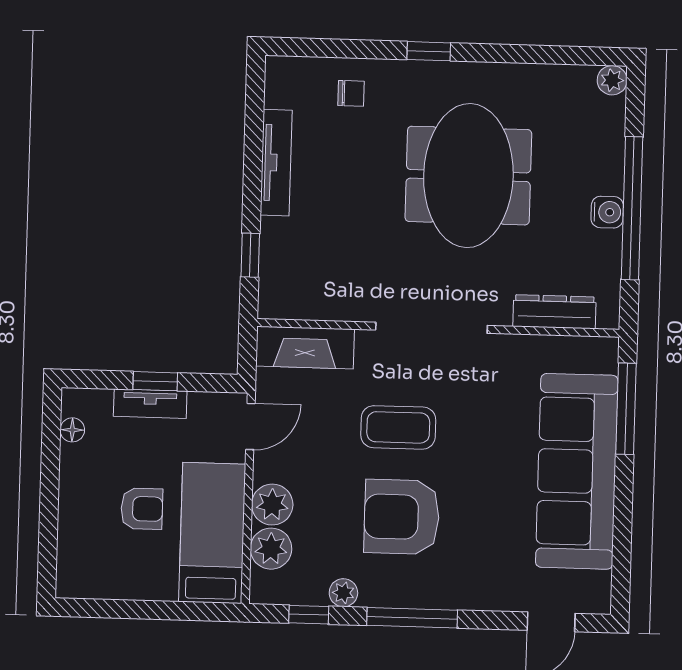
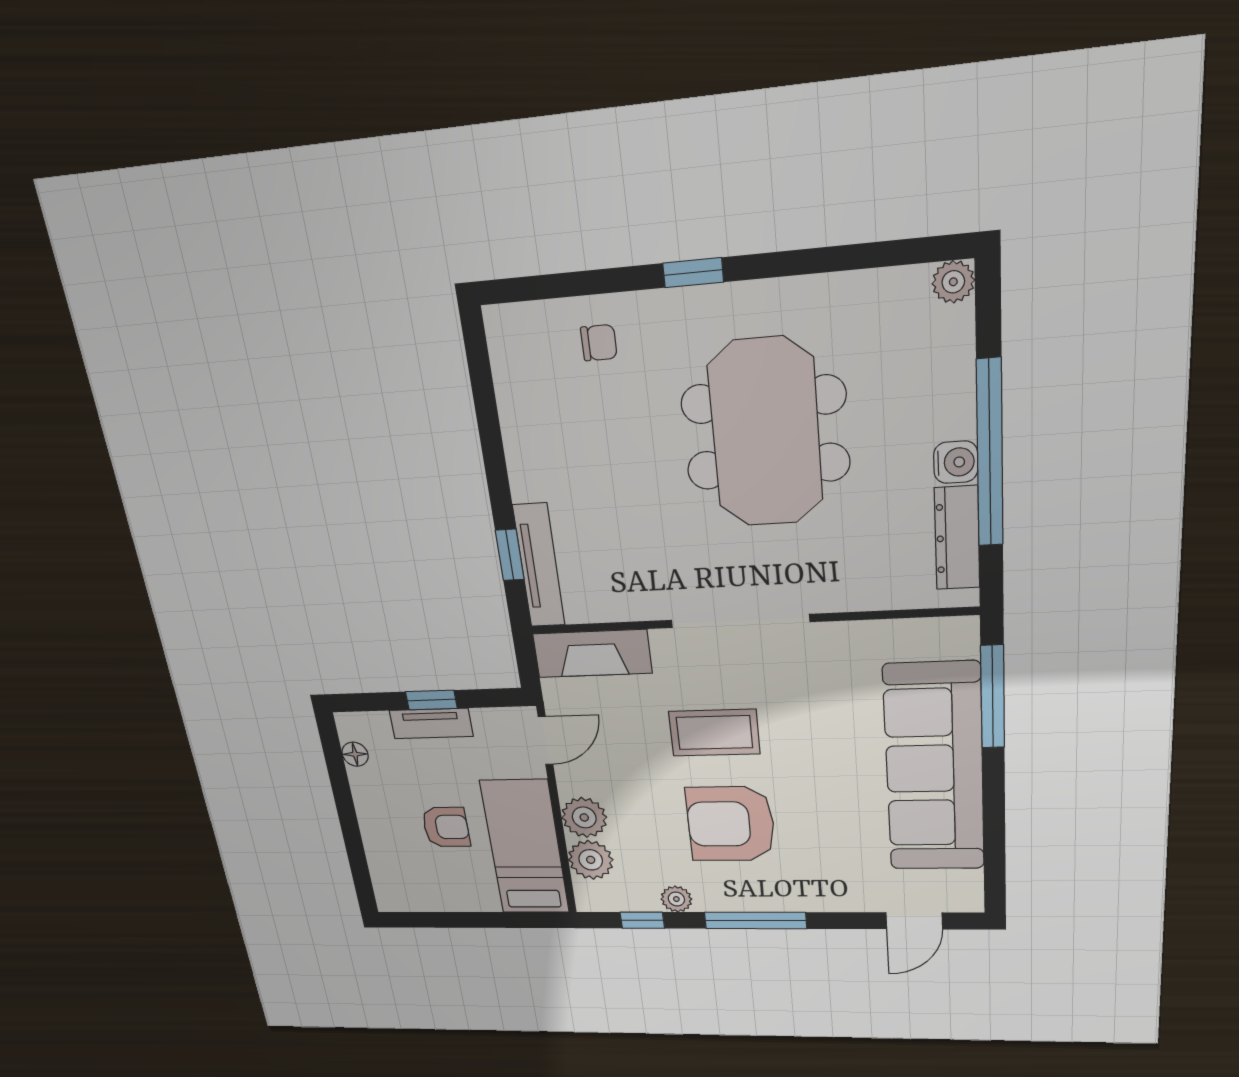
tv unit: (276, 163) -> (539, 566), moved
dresser: (554, 312) -> (957, 538), moved, turned -90

